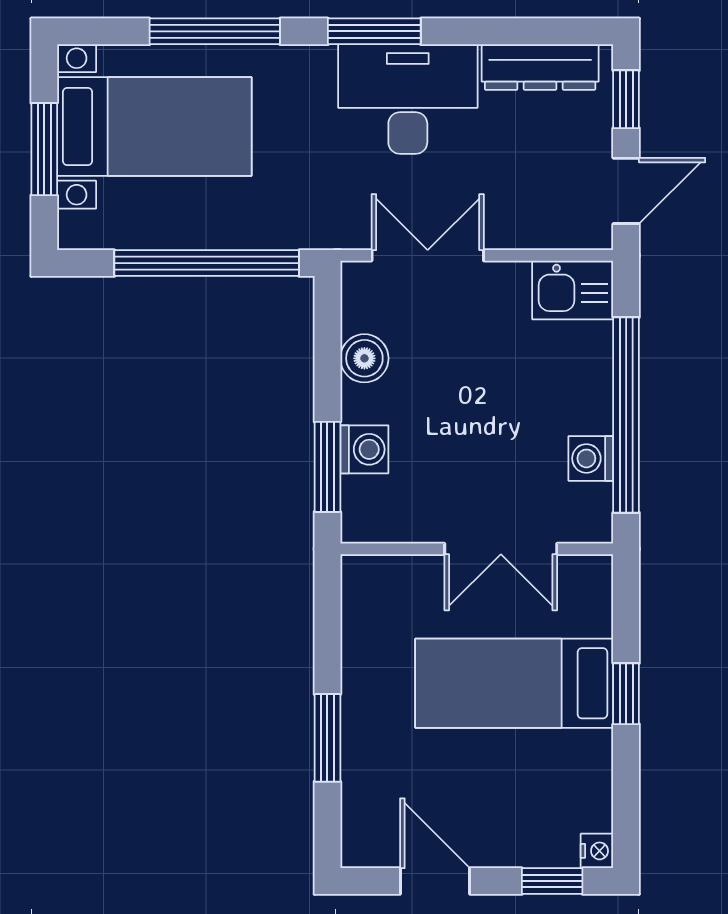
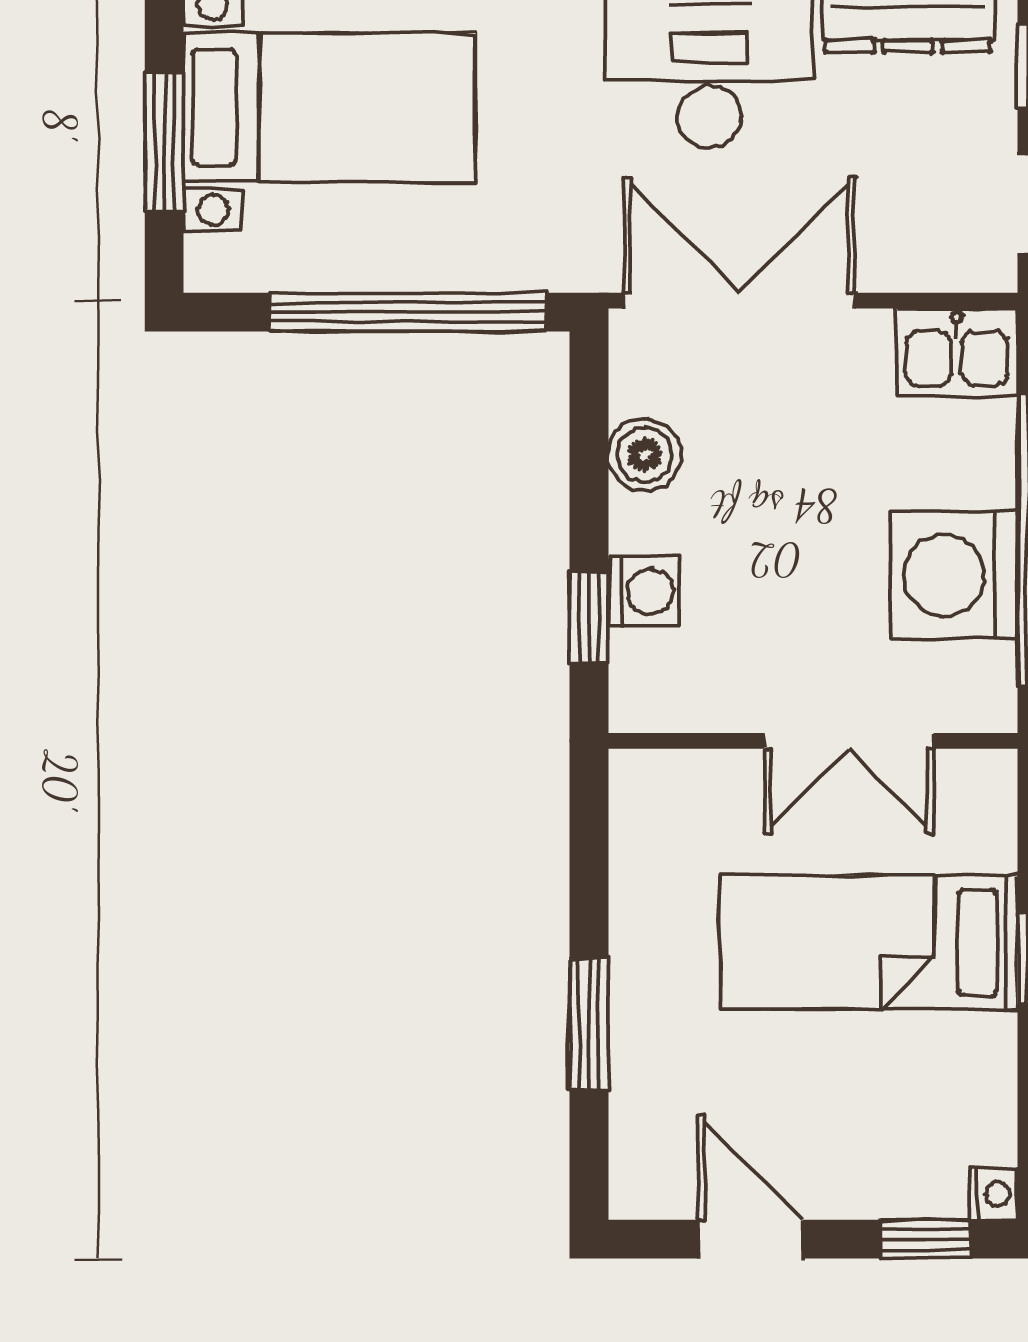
double door: (428, 255) -> (739, 301), width x1.37
washing machine: (591, 458) -> (954, 575), width x1.89, depth x1.89
window: (327, 467) -> (589, 618), width x0.67

